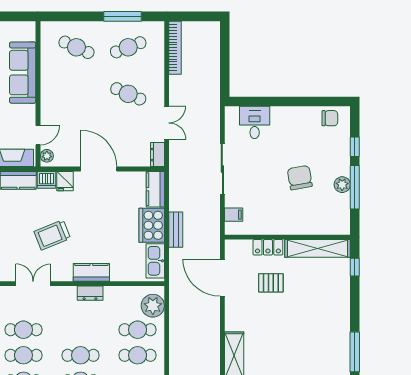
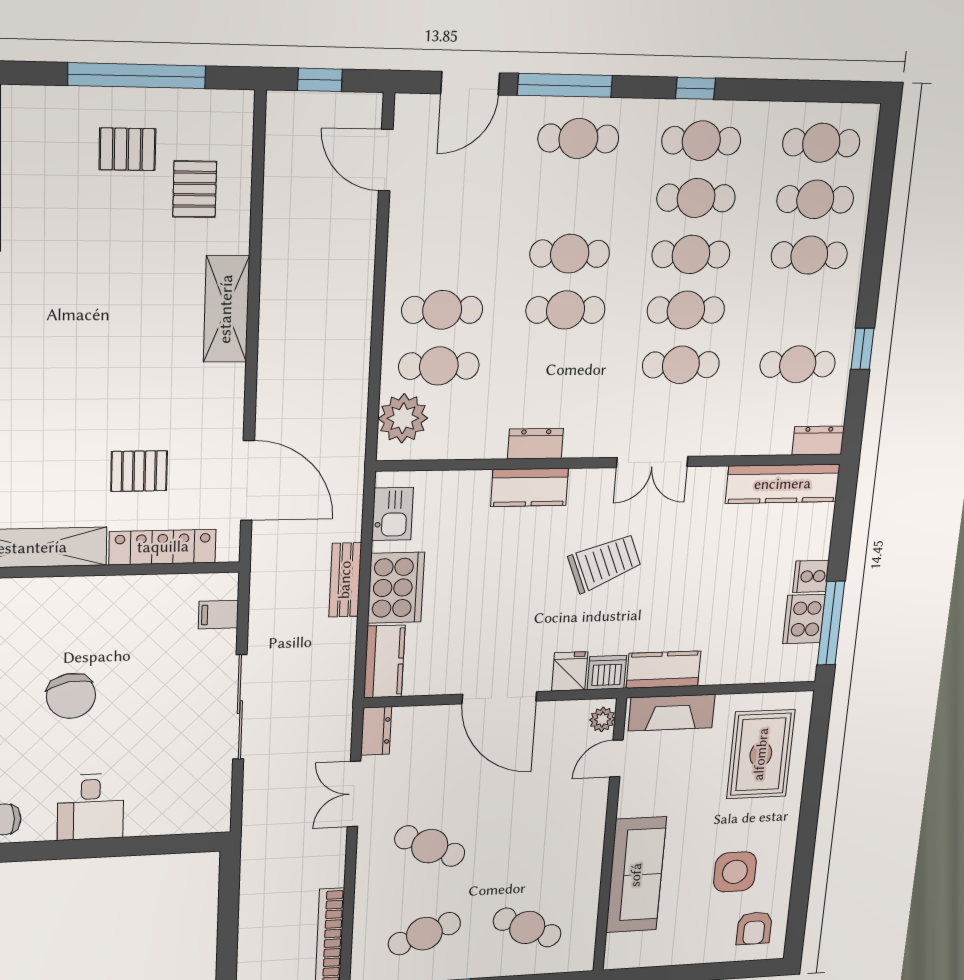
desk: (255, 122) -> (91, 807), moved
locker: (268, 247) -> (163, 547), width x1.53
kitchen sink: (155, 261) -> (393, 514), width x0.73

